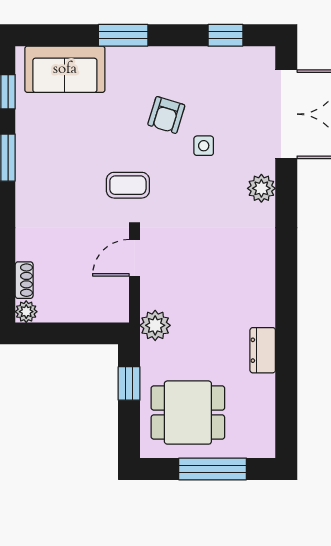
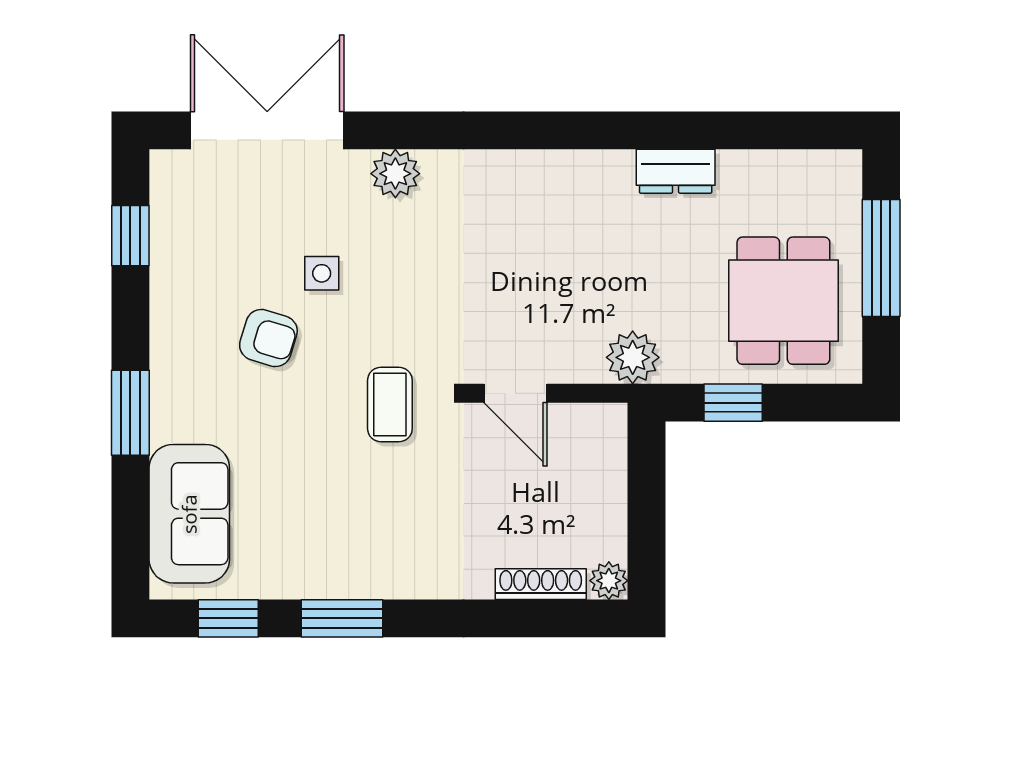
shoe rack: (24, 280) -> (541, 584), width x1.43

